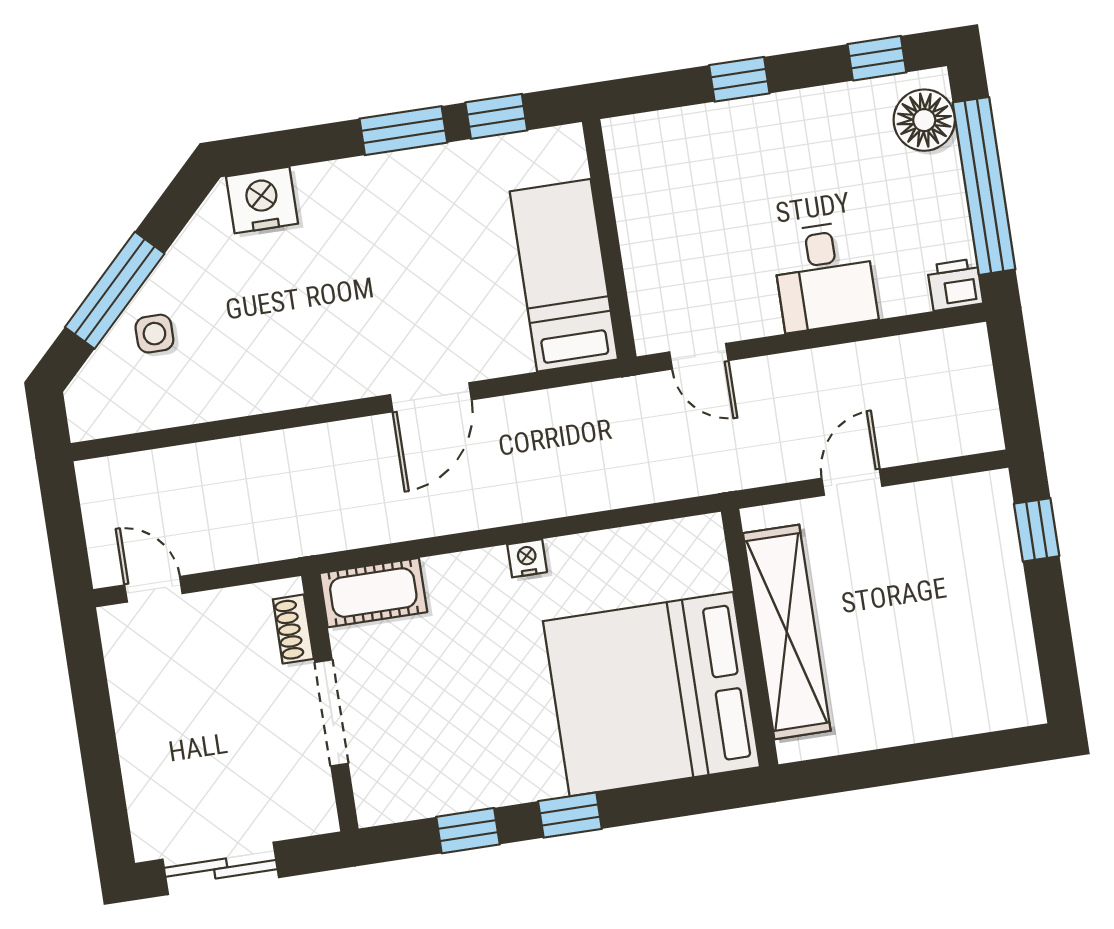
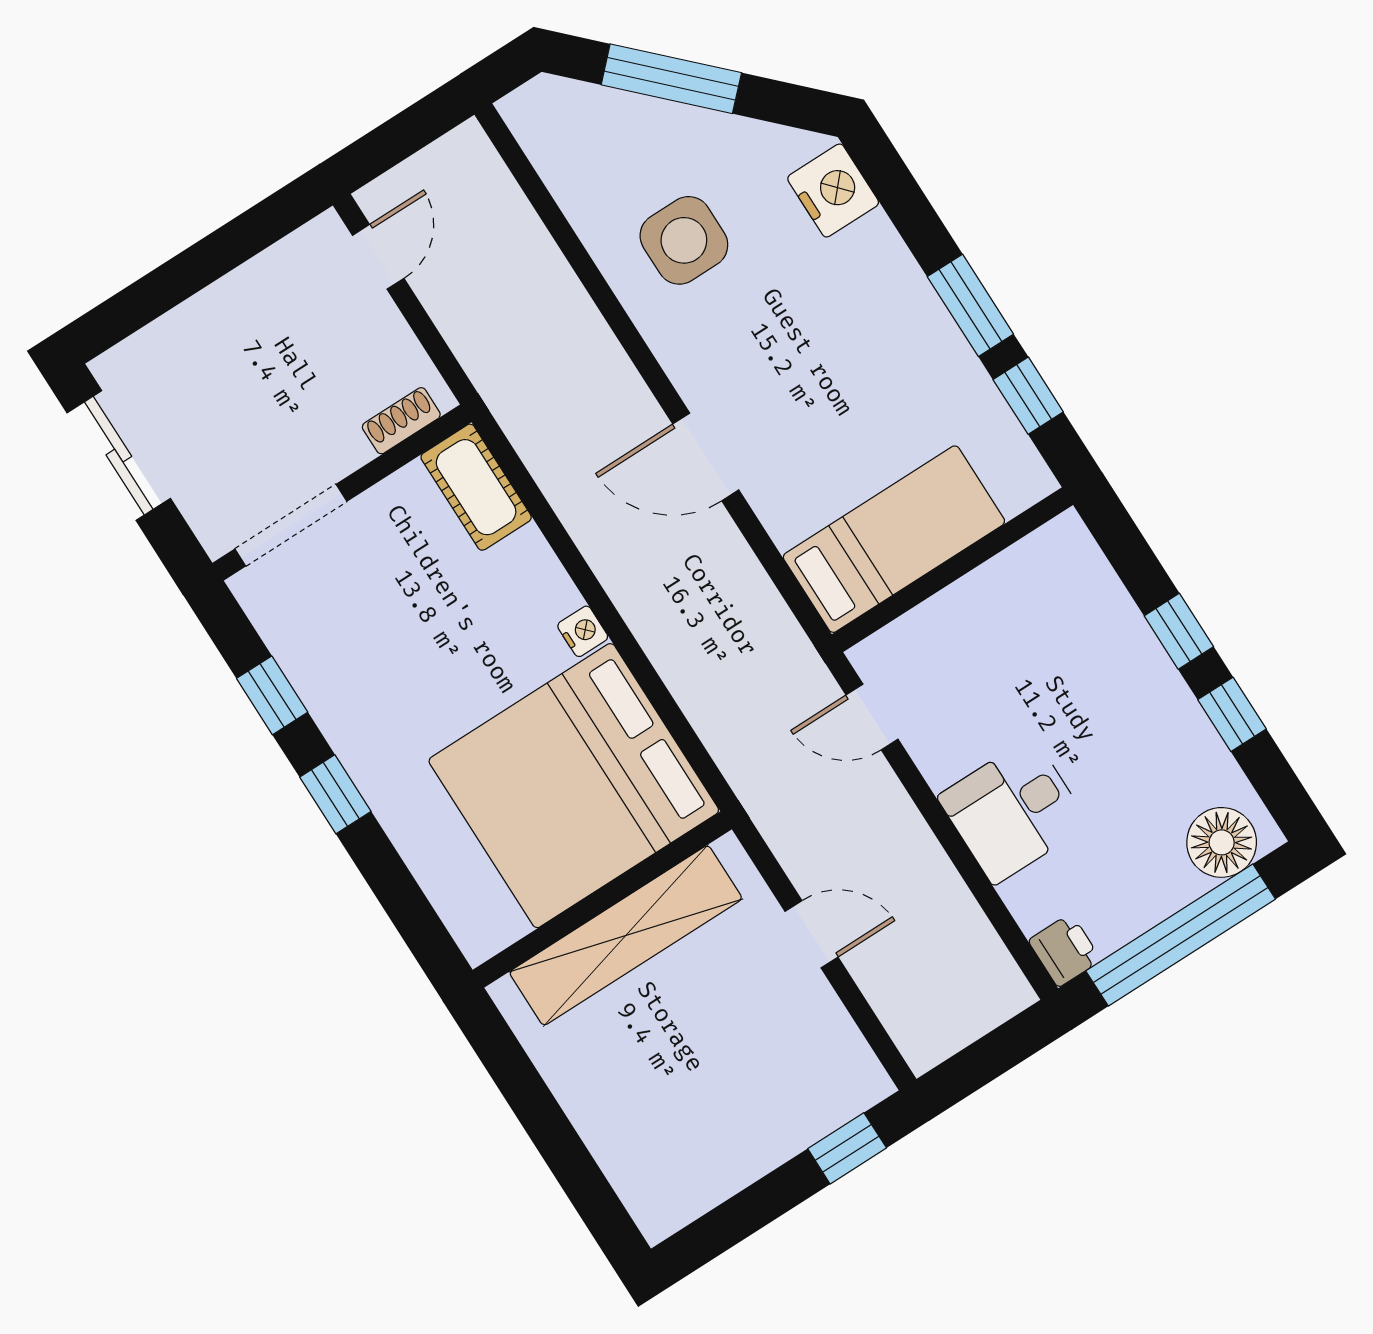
window: (877, 58) -> (1232, 714), moved
side table: (154, 334) -> (684, 240), moved, width x1.87, depth x1.87
door: (699, 356) -> (872, 717), hinge flipped
bed: (651, 694) -> (574, 786), moved, turned -90
doorway: (331, 713) -> (291, 525), moved

